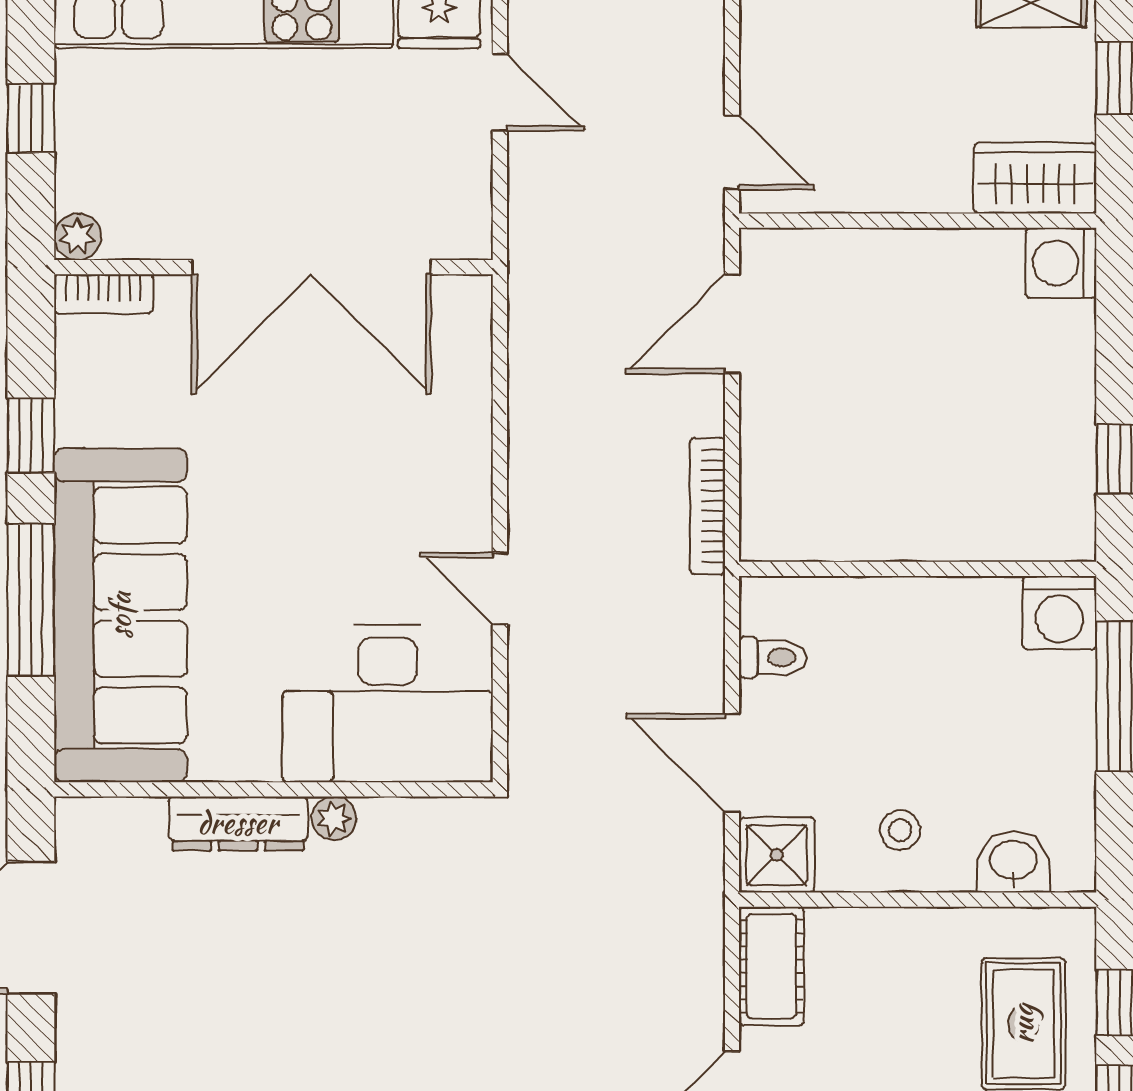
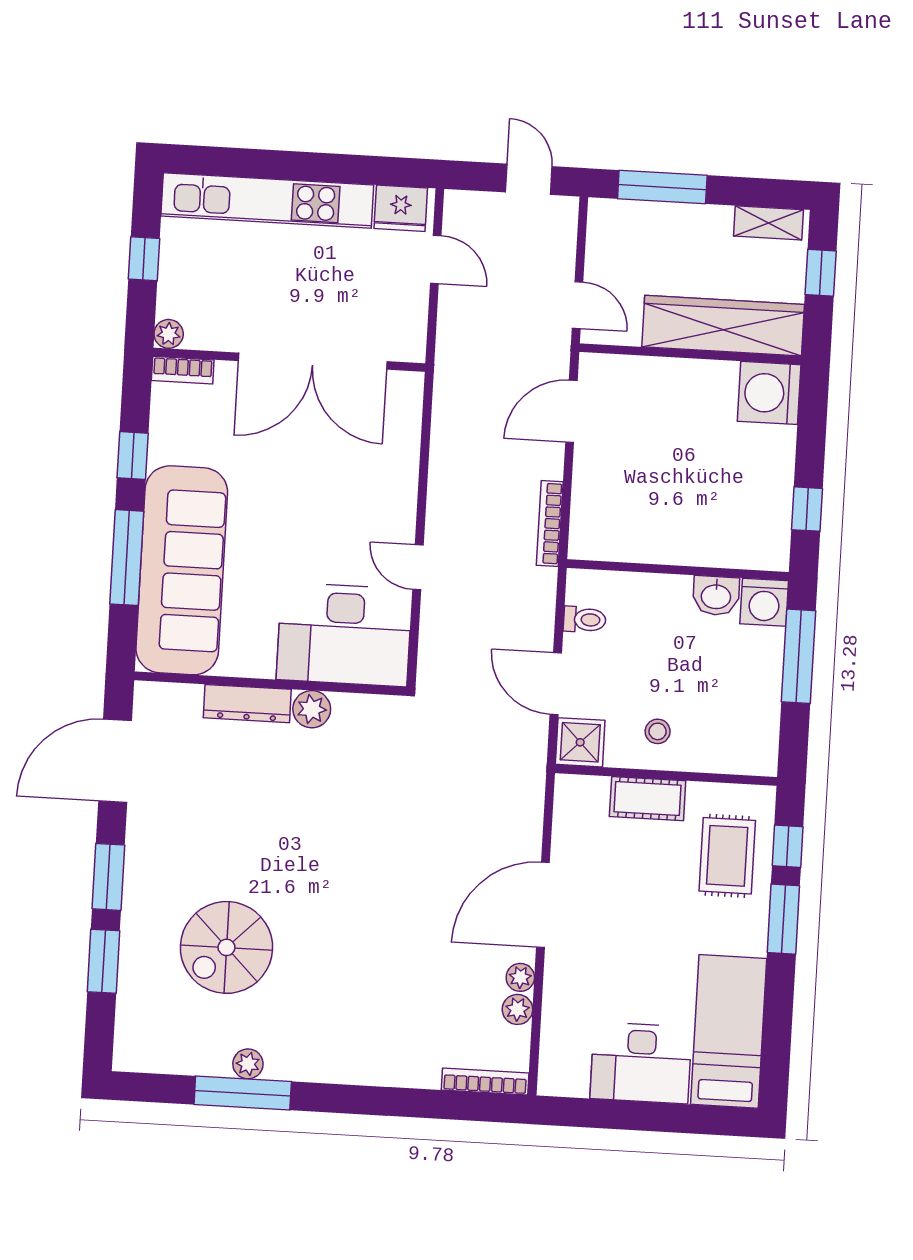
wardrobe: (1035, 178) -> (723, 326), width x2.10, depth x1.17
washing machine: (1061, 263) -> (769, 393), width x1.37, depth x1.37
plant: (334, 818) -> (312, 709), width x1.38, depth x1.38
washbasin: (1013, 862) -> (716, 596), moved, turned 180
cot: (771, 966) -> (648, 799), moved, turned 90

